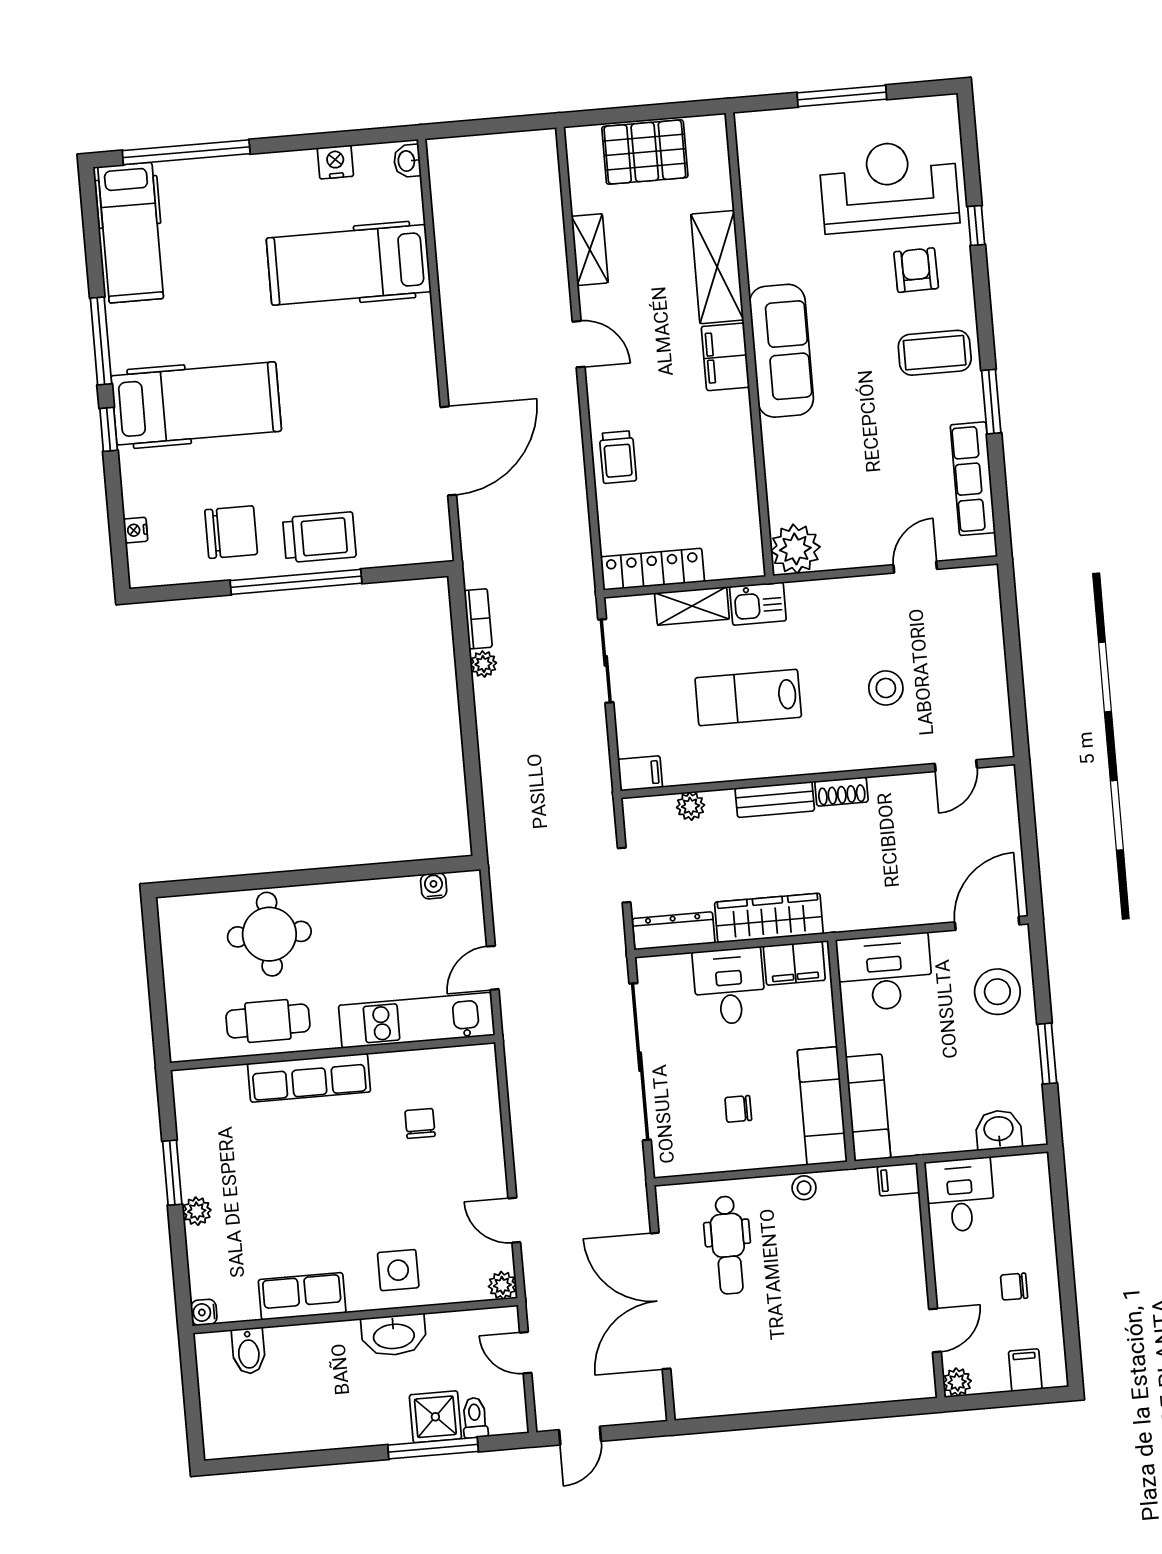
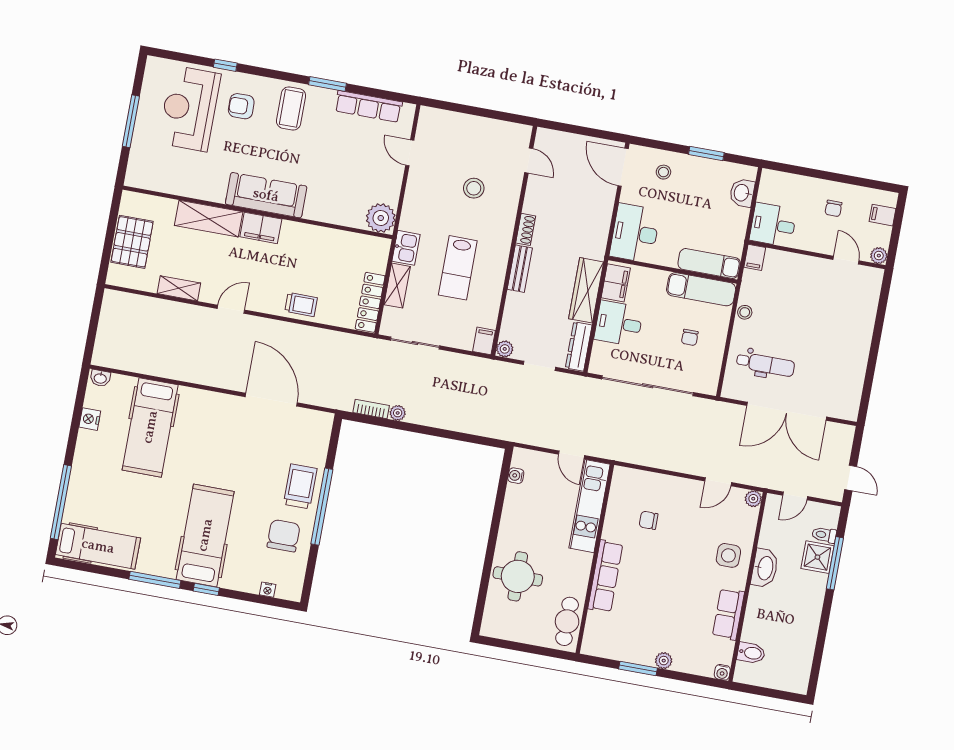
plant: (691, 806) -> (505, 349), moved
stool: (997, 992) -> (663, 172), width x0.53, depth x0.53
cafe table: (268, 1021) -> (567, 621), moved

